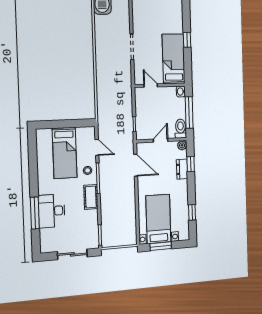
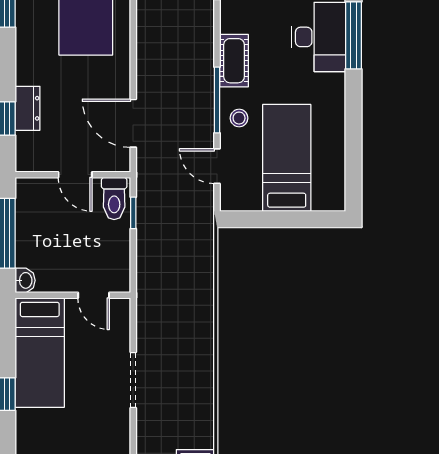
toilet: (181, 129) -> (114, 198), moved
door: (161, 140) -> (75, 175), hinge flipped
plant: (182, 145) -> (26, 161), removed

